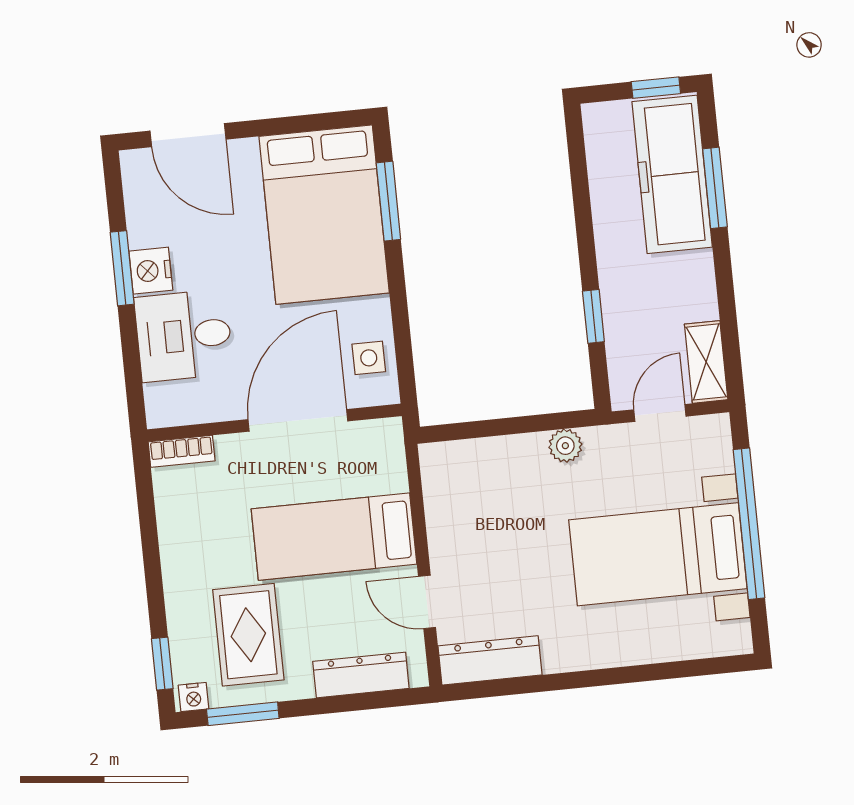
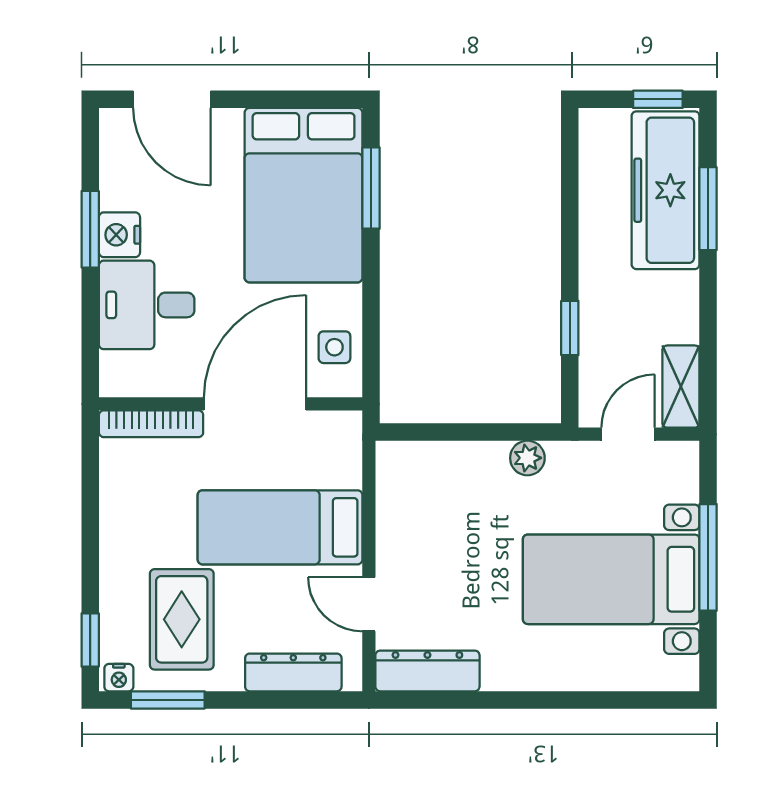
bookcase: (182, 451) -> (151, 424), width x1.56
window: (749, 524) -> (708, 557), width x0.68

